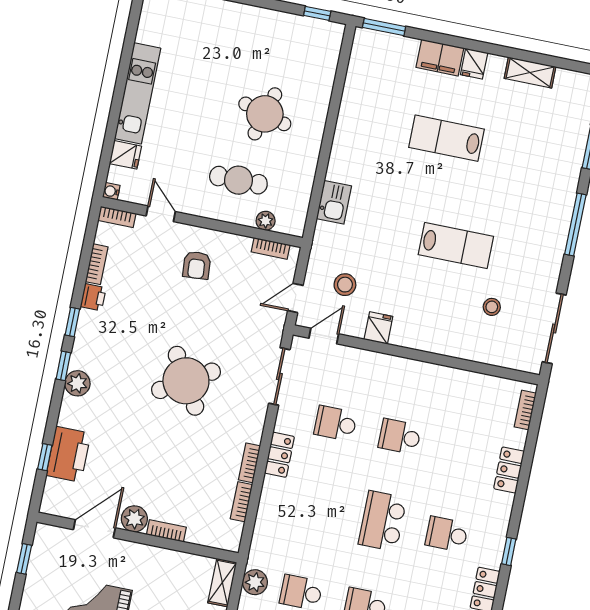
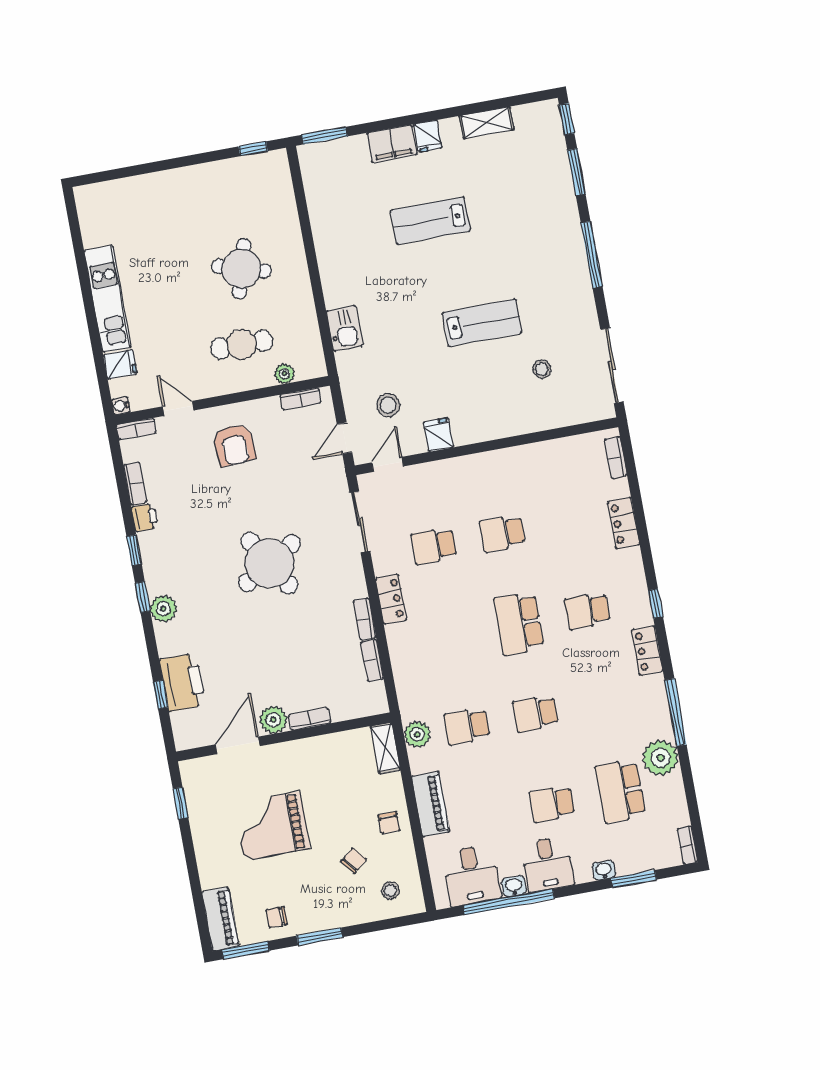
armchair: (197, 265) -> (234, 445), width x1.38, depth x1.38

